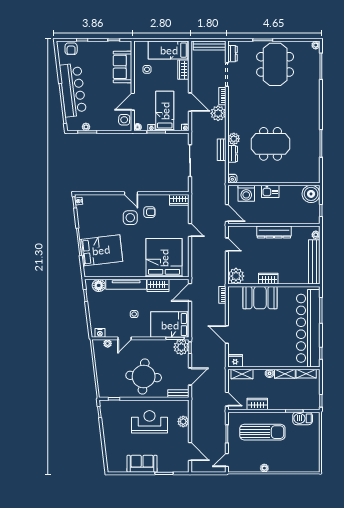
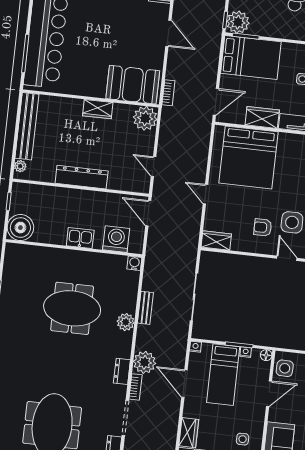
dresser: (233, 154) -> (122, 371), moved
booth: (260, 298) -> (133, 85), moved

